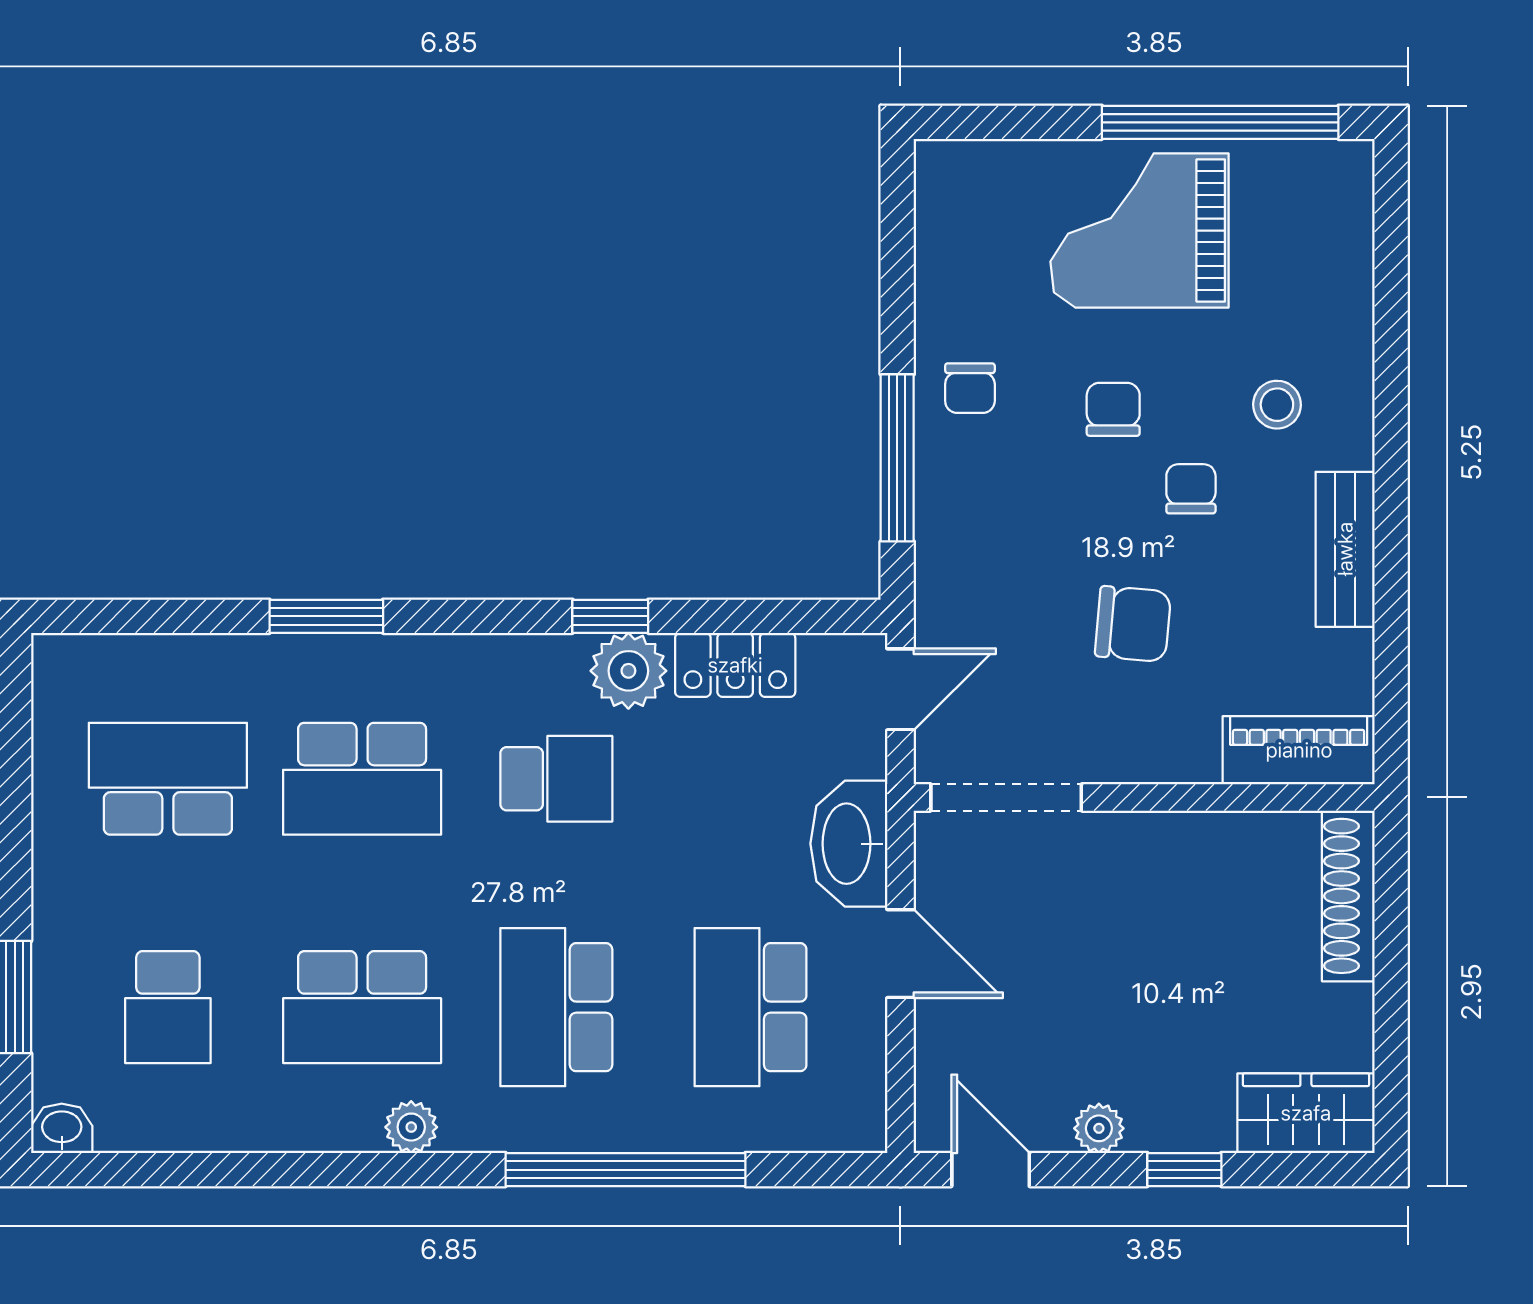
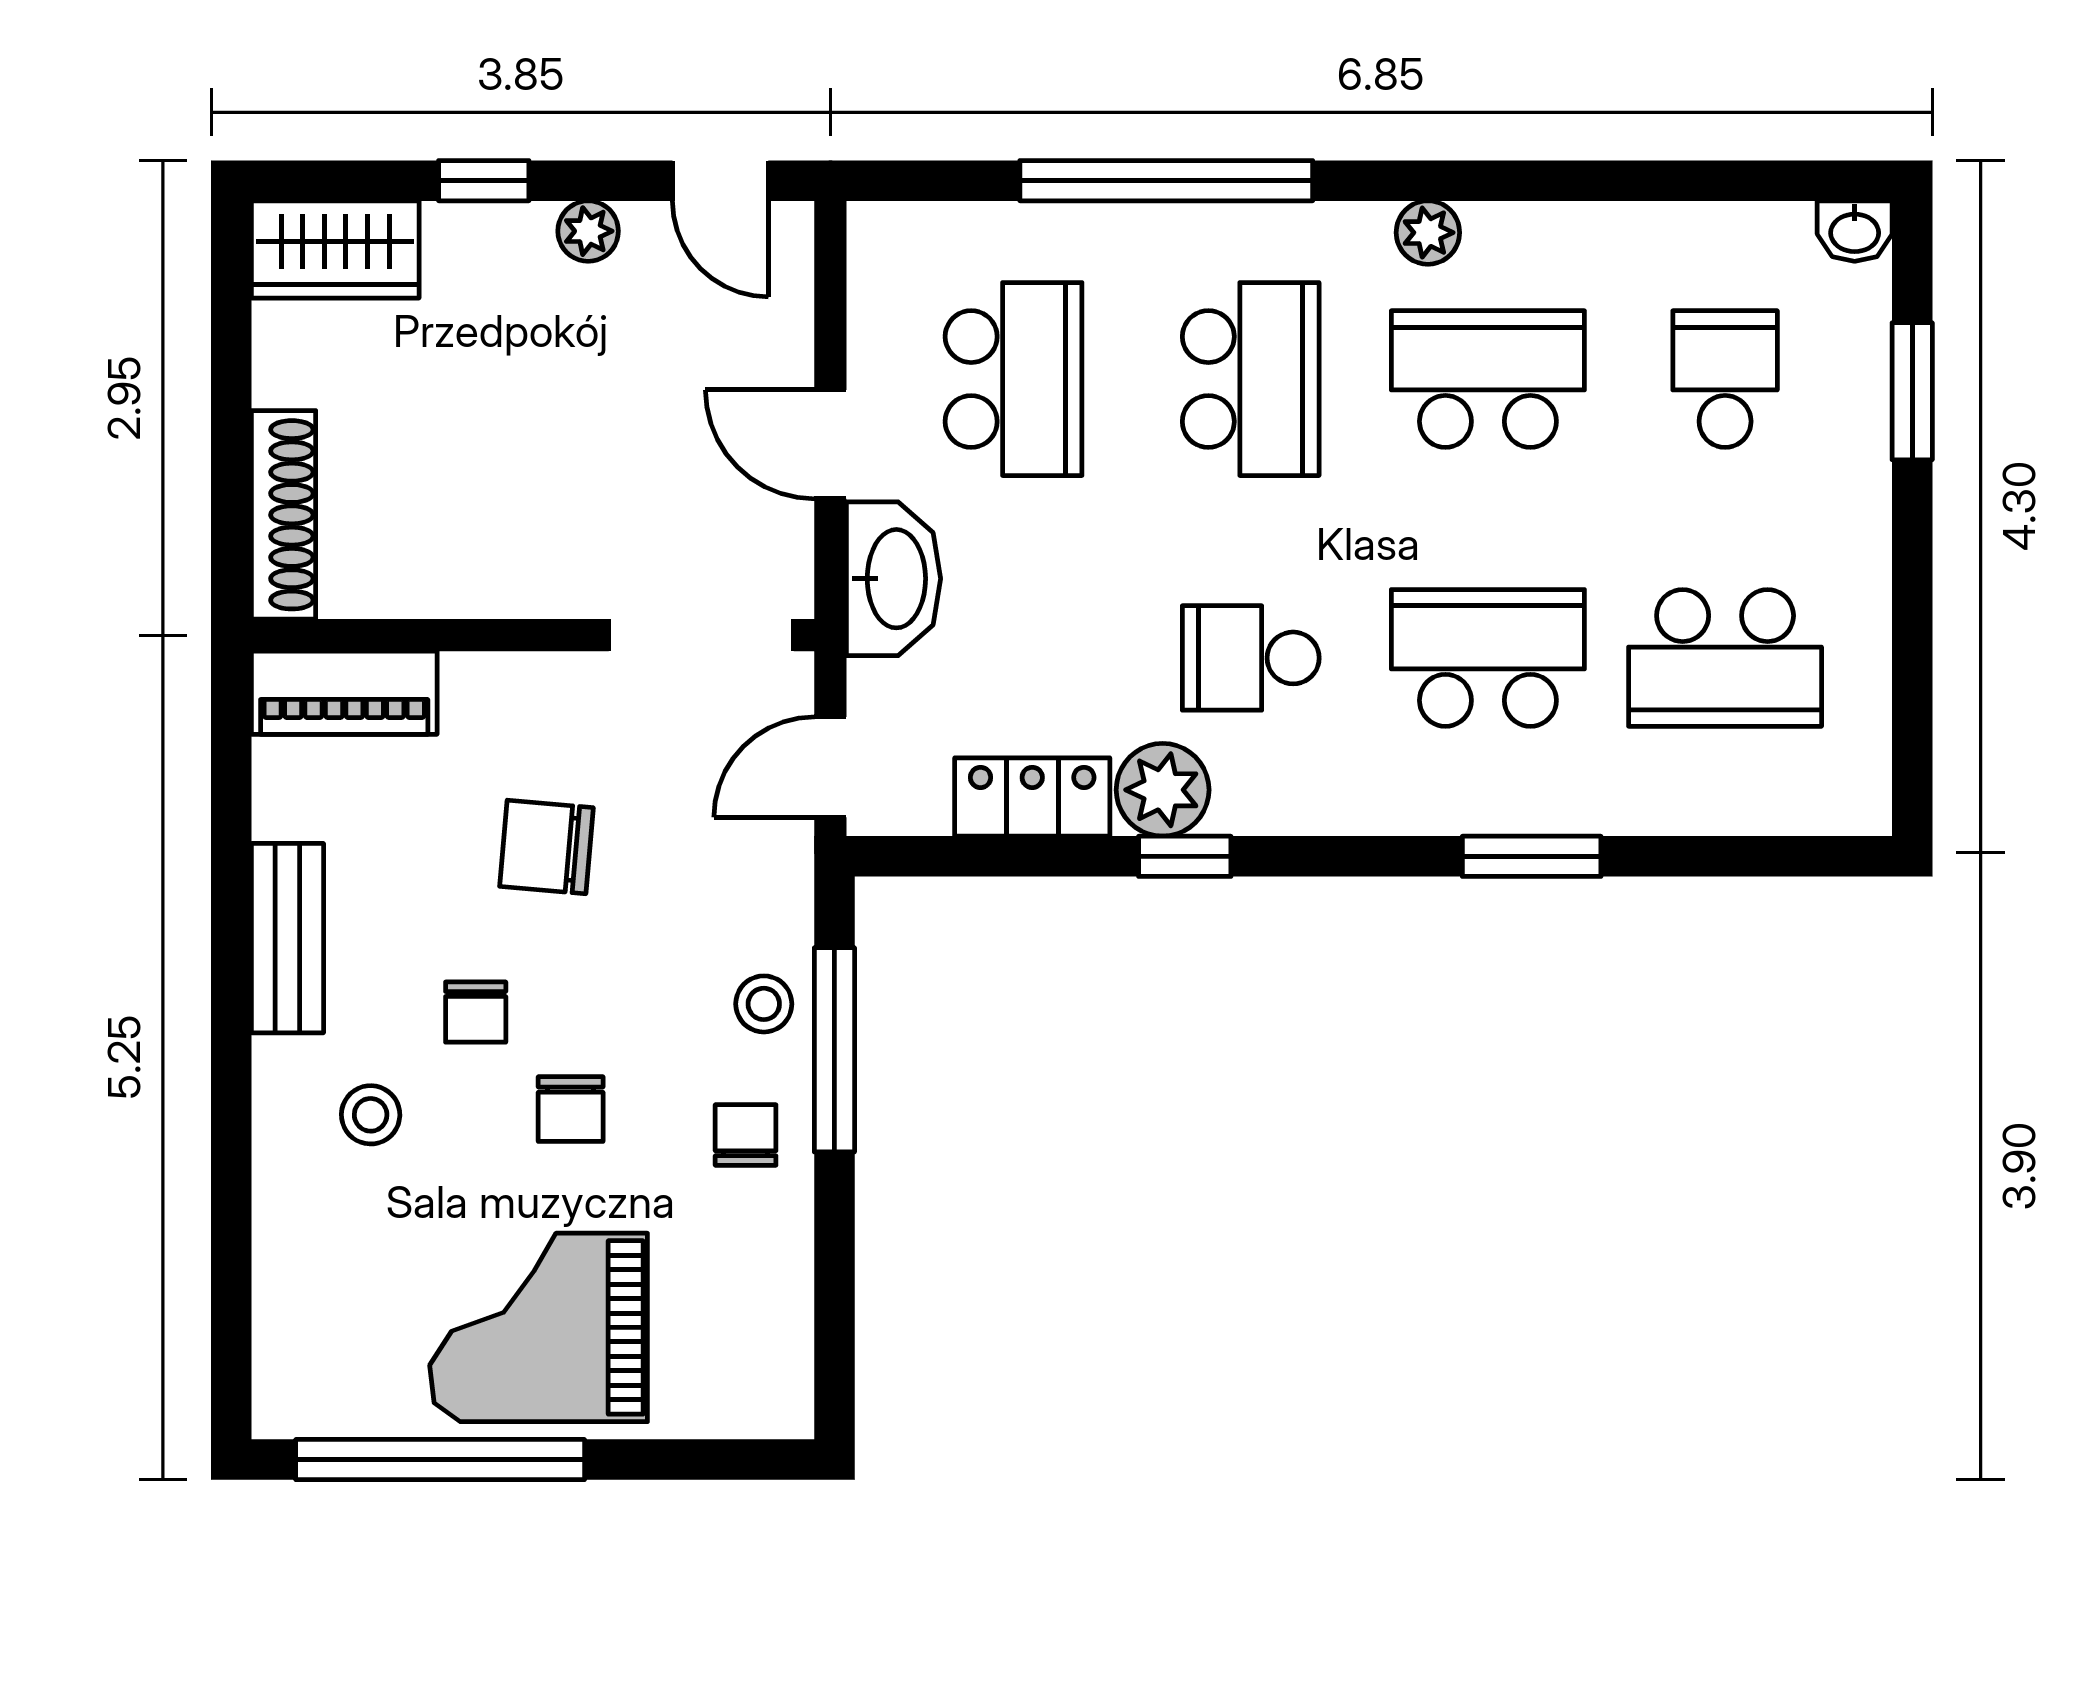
grand piano: (1139, 231) -> (539, 1327), turned 180
stool: (955, 495) -> (764, 1004), added

